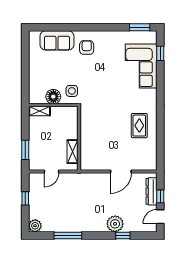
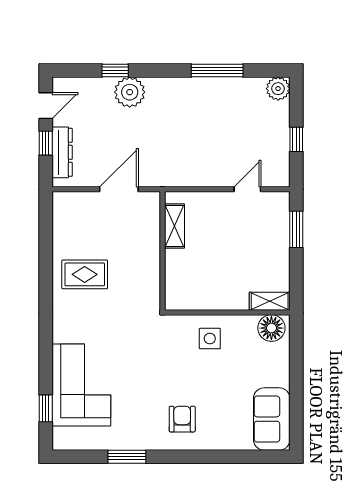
window: (140, 27) -> (127, 457), moved
sofa: (57, 40) -> (272, 419), moved, turned -90
armchair: (87, 48) -> (182, 419), turned 180
floor lamp: (53, 97) -> (271, 328), moved
rug: (139, 126) -> (85, 274), turned 90
wall: (79, 138) -> (162, 251), moved
shelving: (73, 152) -> (175, 226), moved

